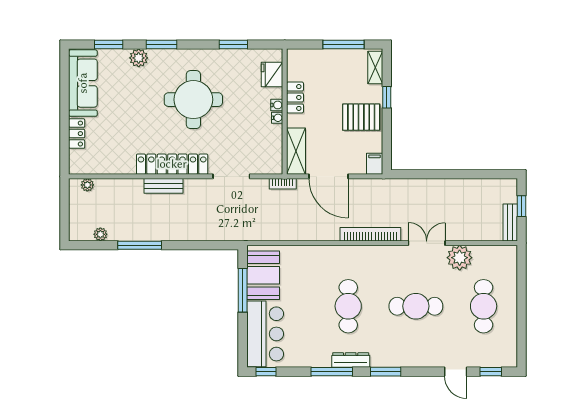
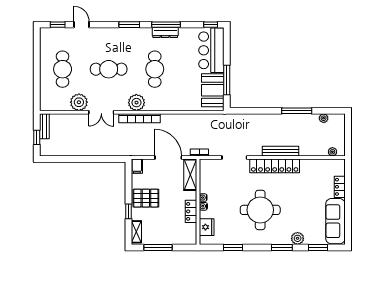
bench: (164, 186) -> (280, 151), width x1.36
plant: (375, 257) -> (136, 103), added
dresser: (351, 360) -> (165, 32), moved

